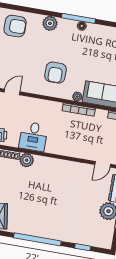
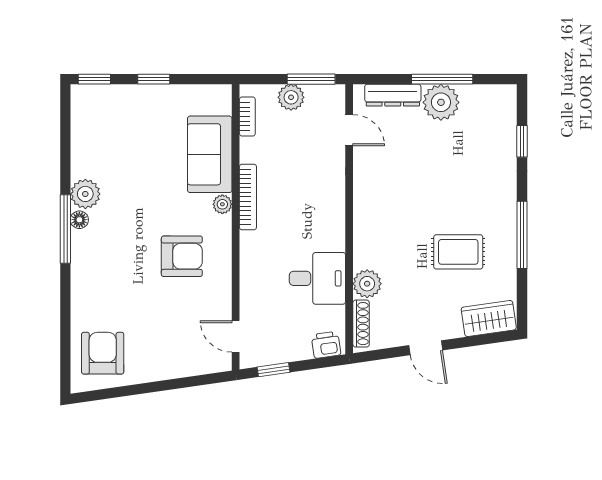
plant: (50, 23) -> (85, 194), moved
rug: (34, 207) -> (458, 252), added
window: (37, 239) -> (522, 235), width x0.68

